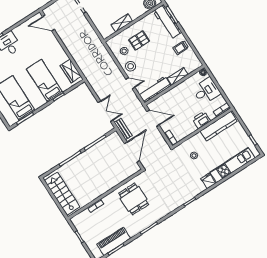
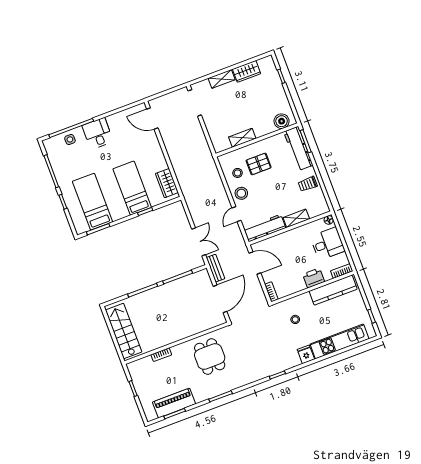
door: (130, 83) -> (236, 214), swing flipped

